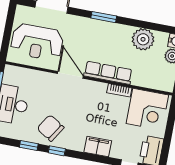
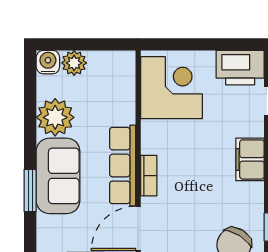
sofa: (109, 35) -> (58, 176), added
bookcase: (119, 90) -> (149, 176), moved

